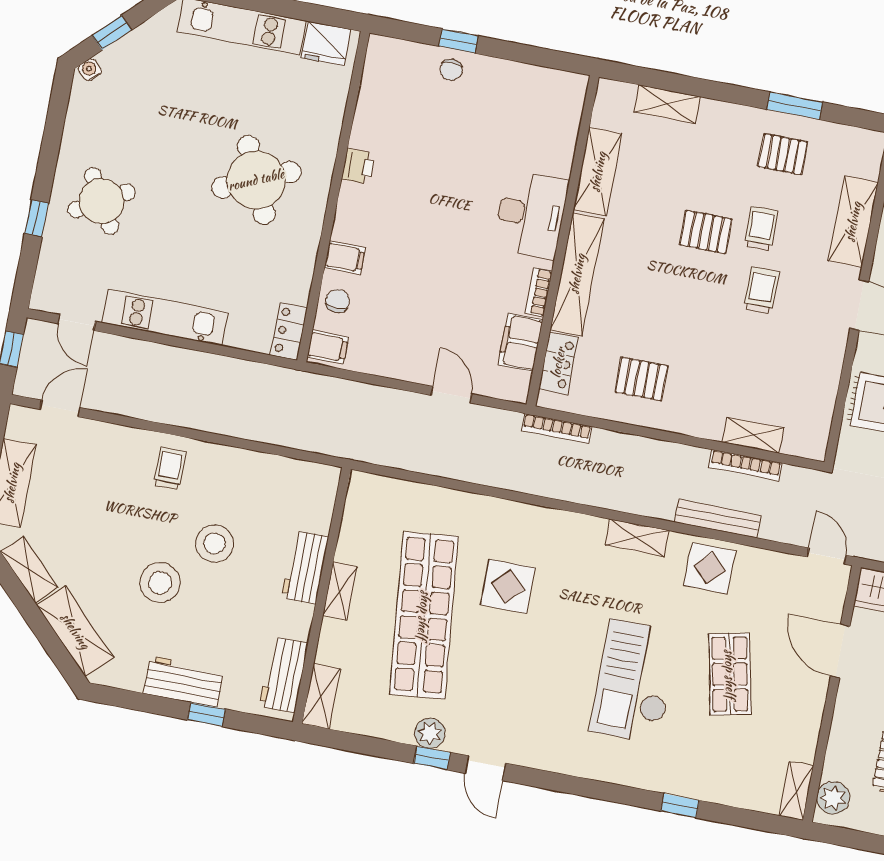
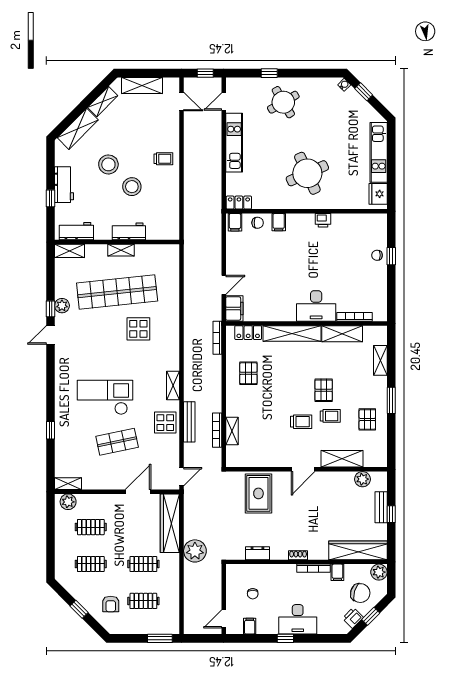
window: (795, 106) -> (391, 400), moved
bookcase: (539, 292) -> (354, 317), moved, width x1.56
filing cabinet: (521, 342) -> (234, 308), moved, turned 90

